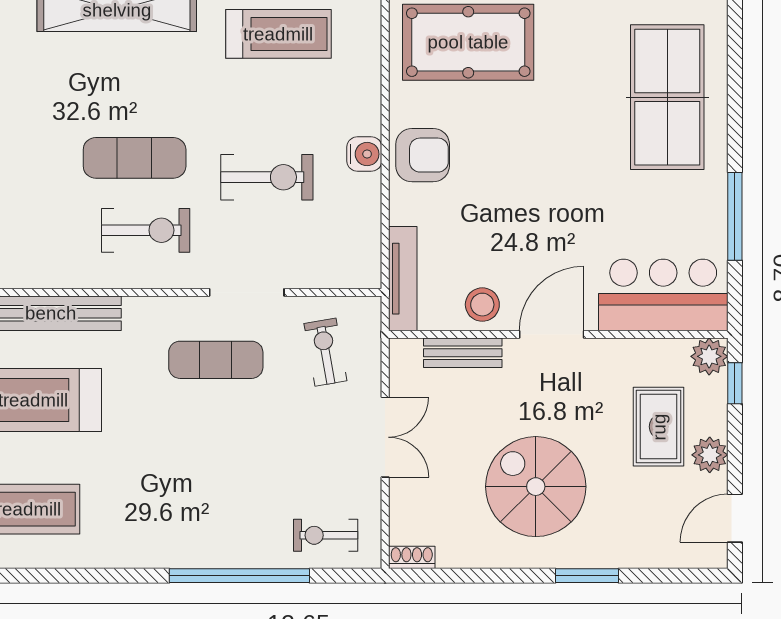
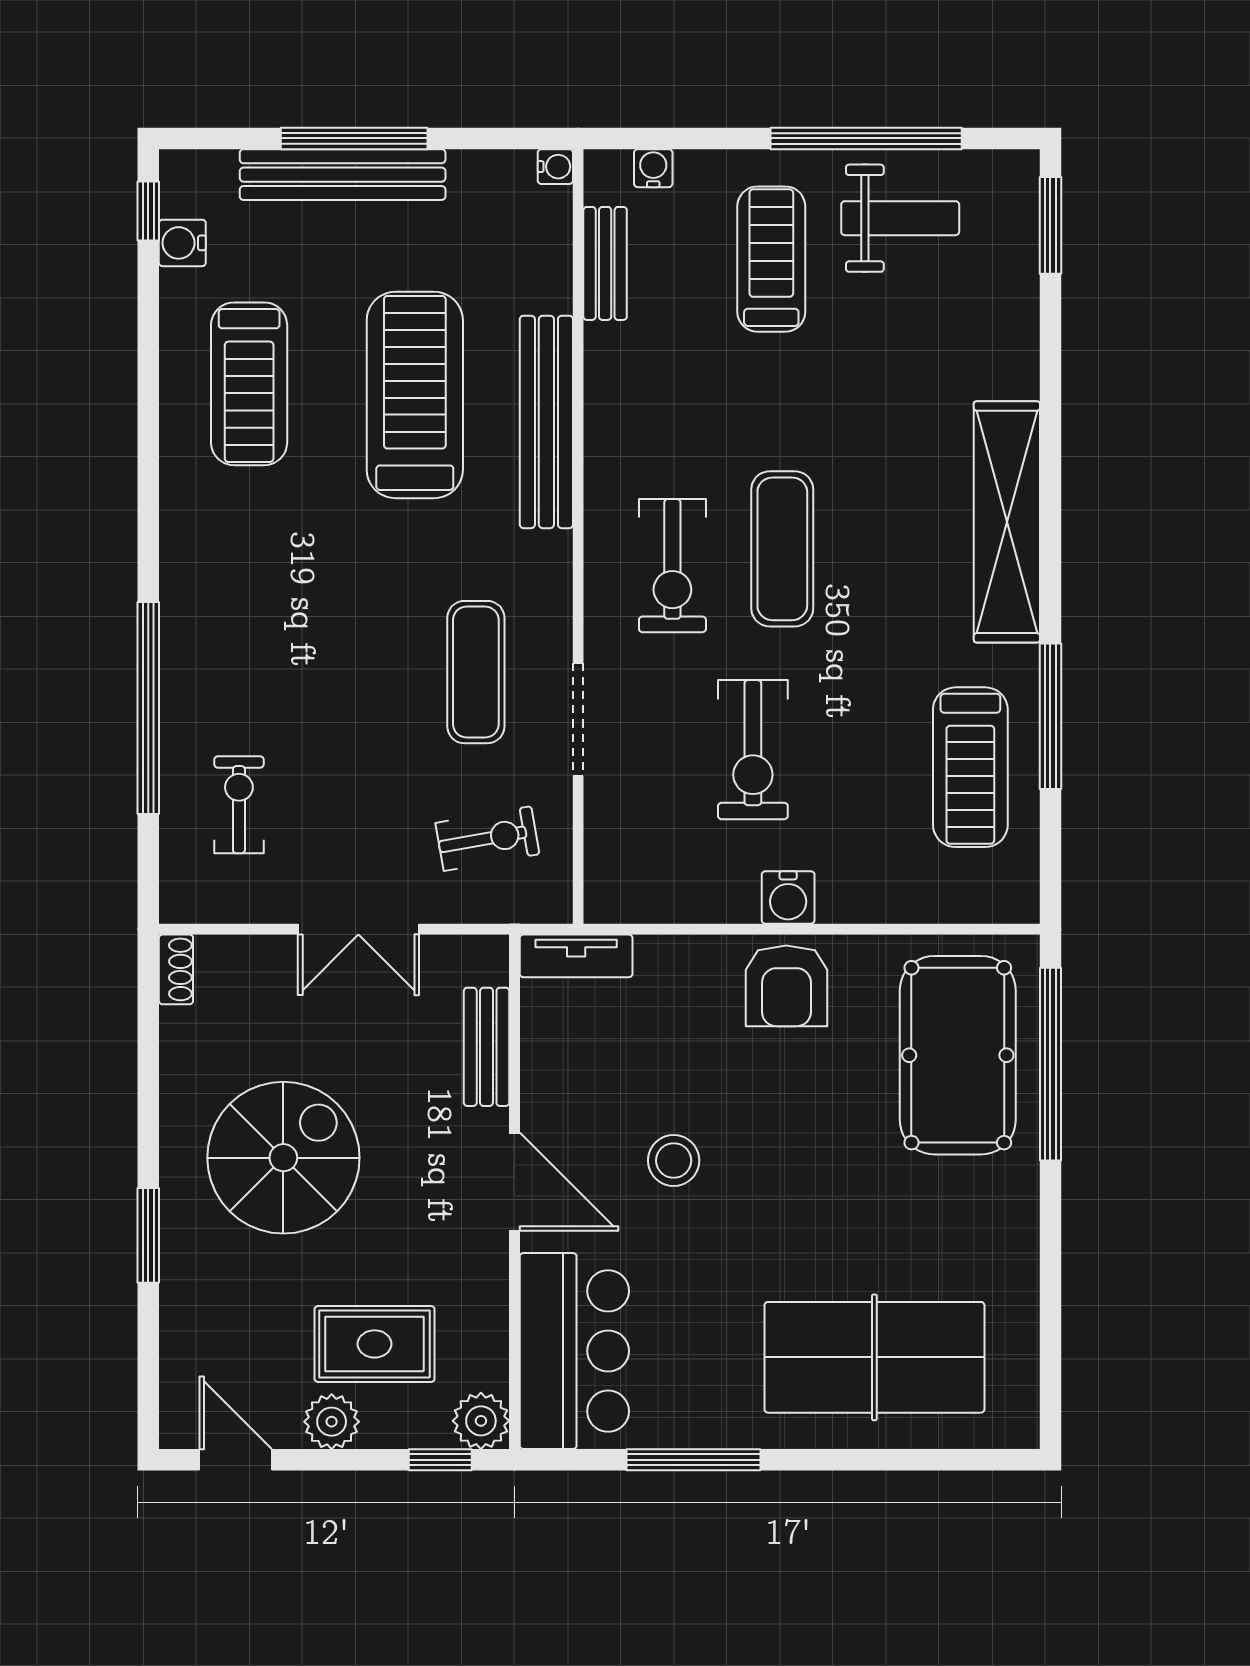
tv unit: (403, 279) -> (576, 956), width x0.71
stool: (482, 305) -> (674, 1161), moved
exercise bike: (326, 535) -> (239, 805), moved

